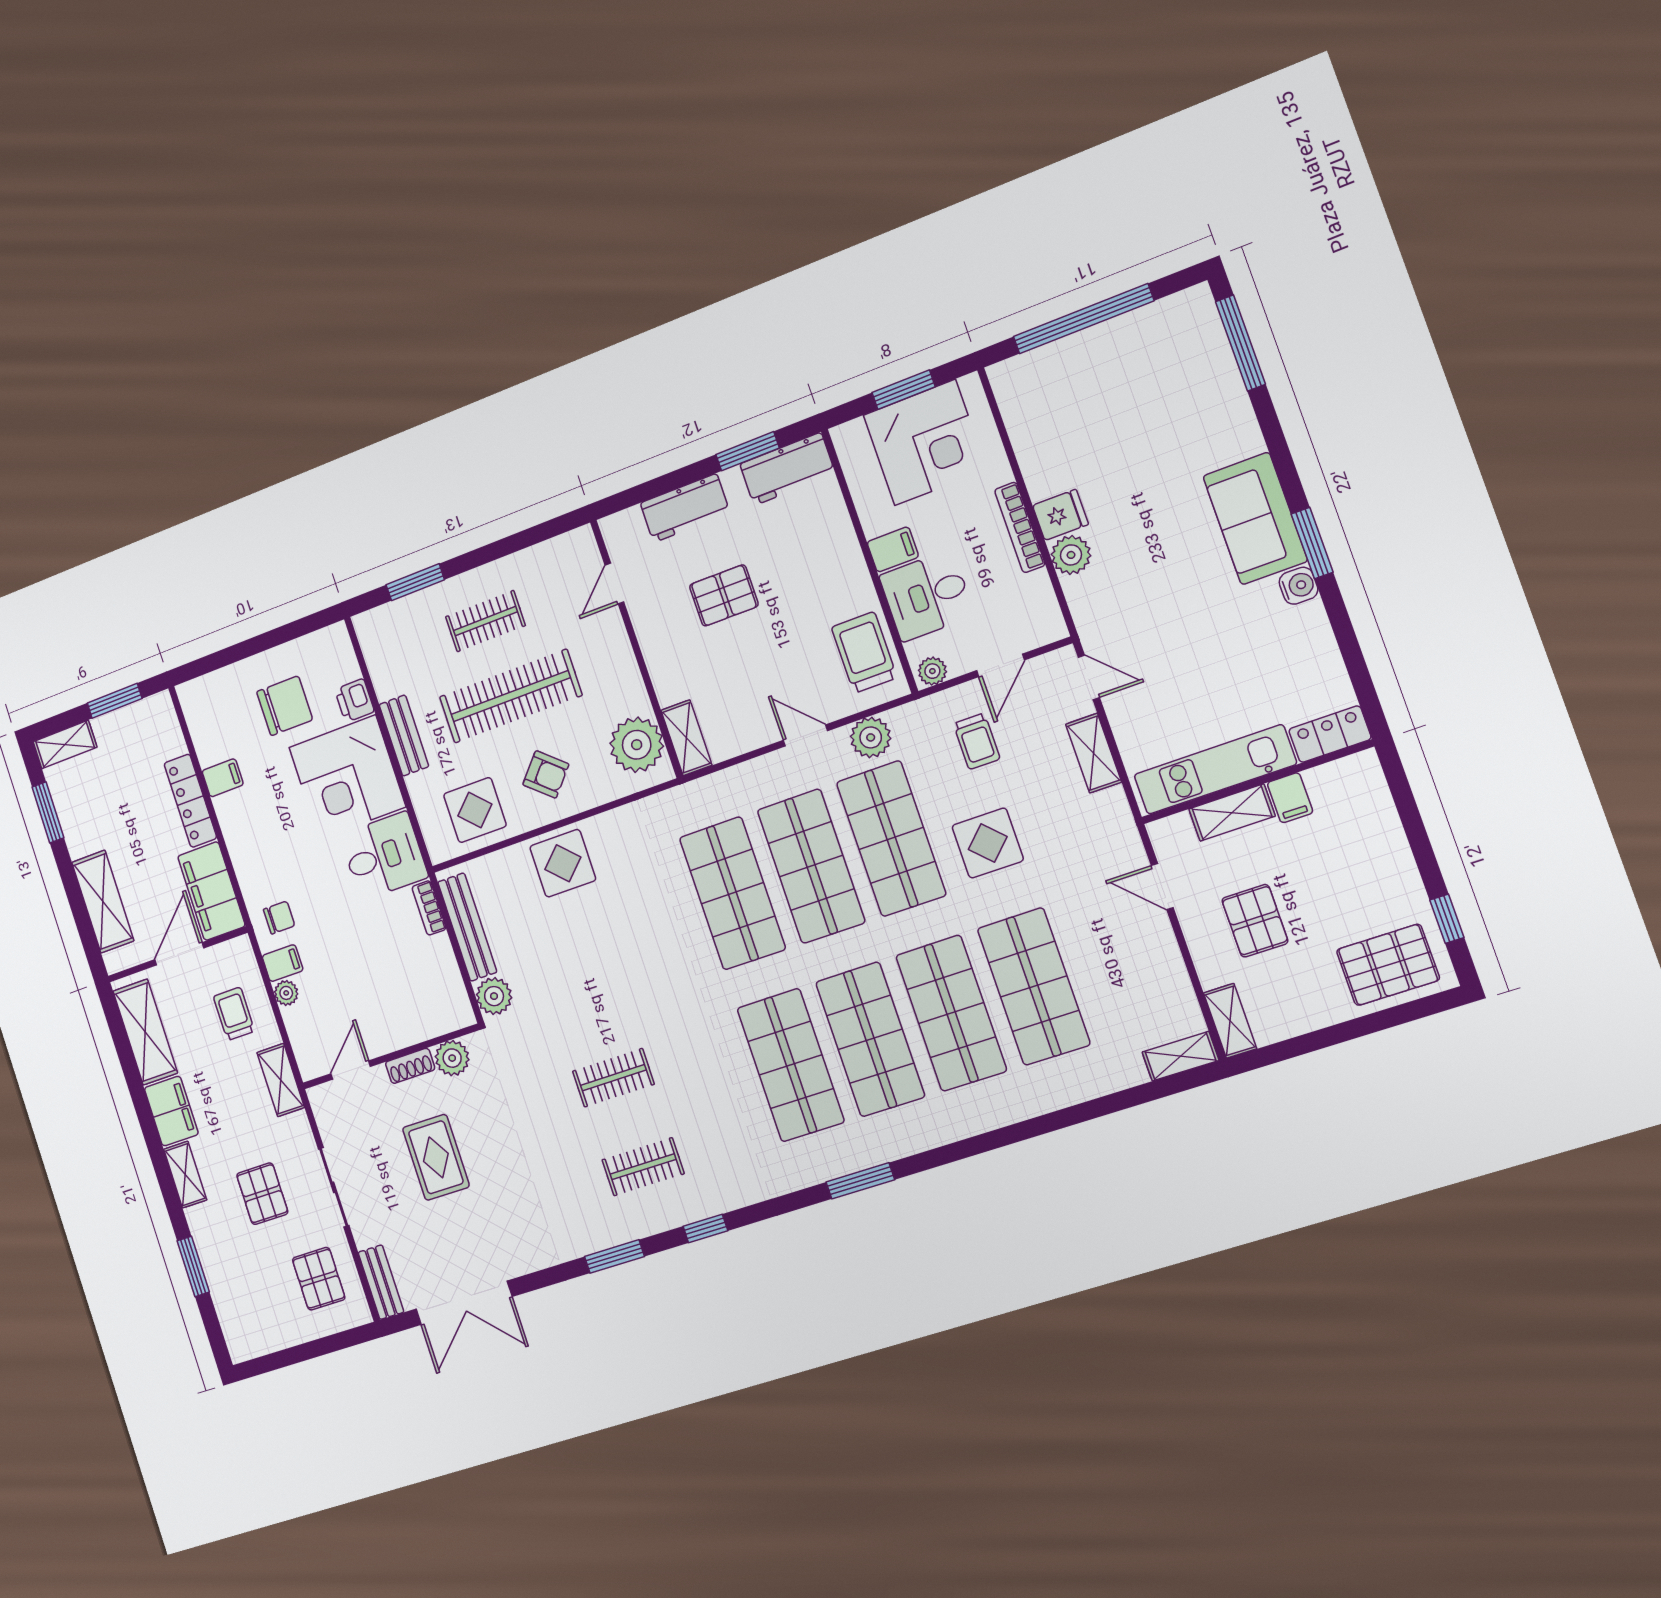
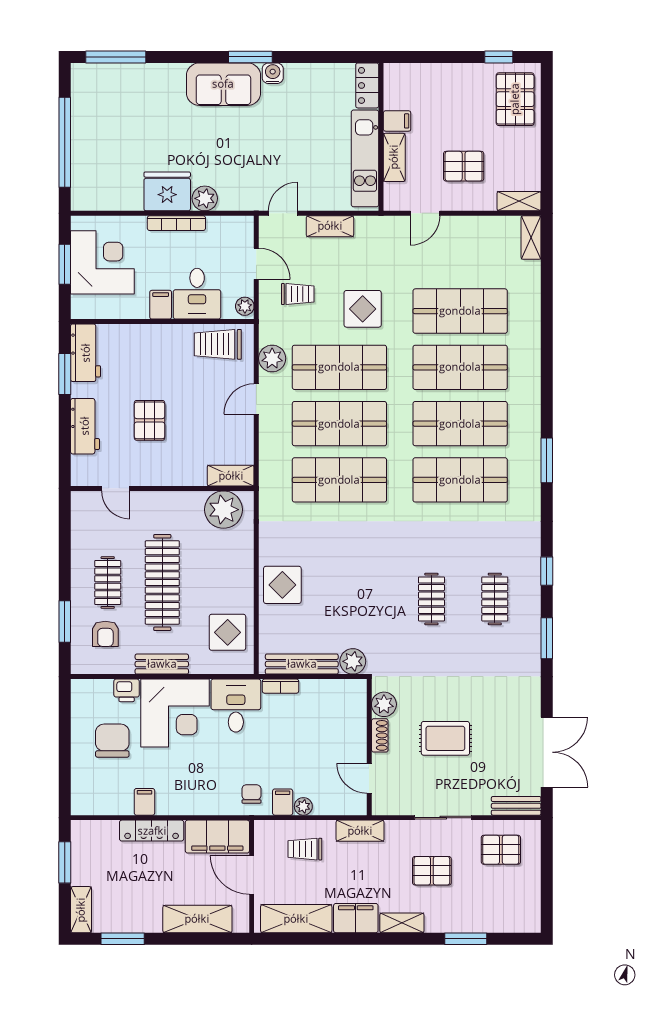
fridge: (1060, 515) -> (167, 191), width x1.88, depth x1.34
armchair: (546, 774) -> (105, 634), moved, turned 139

